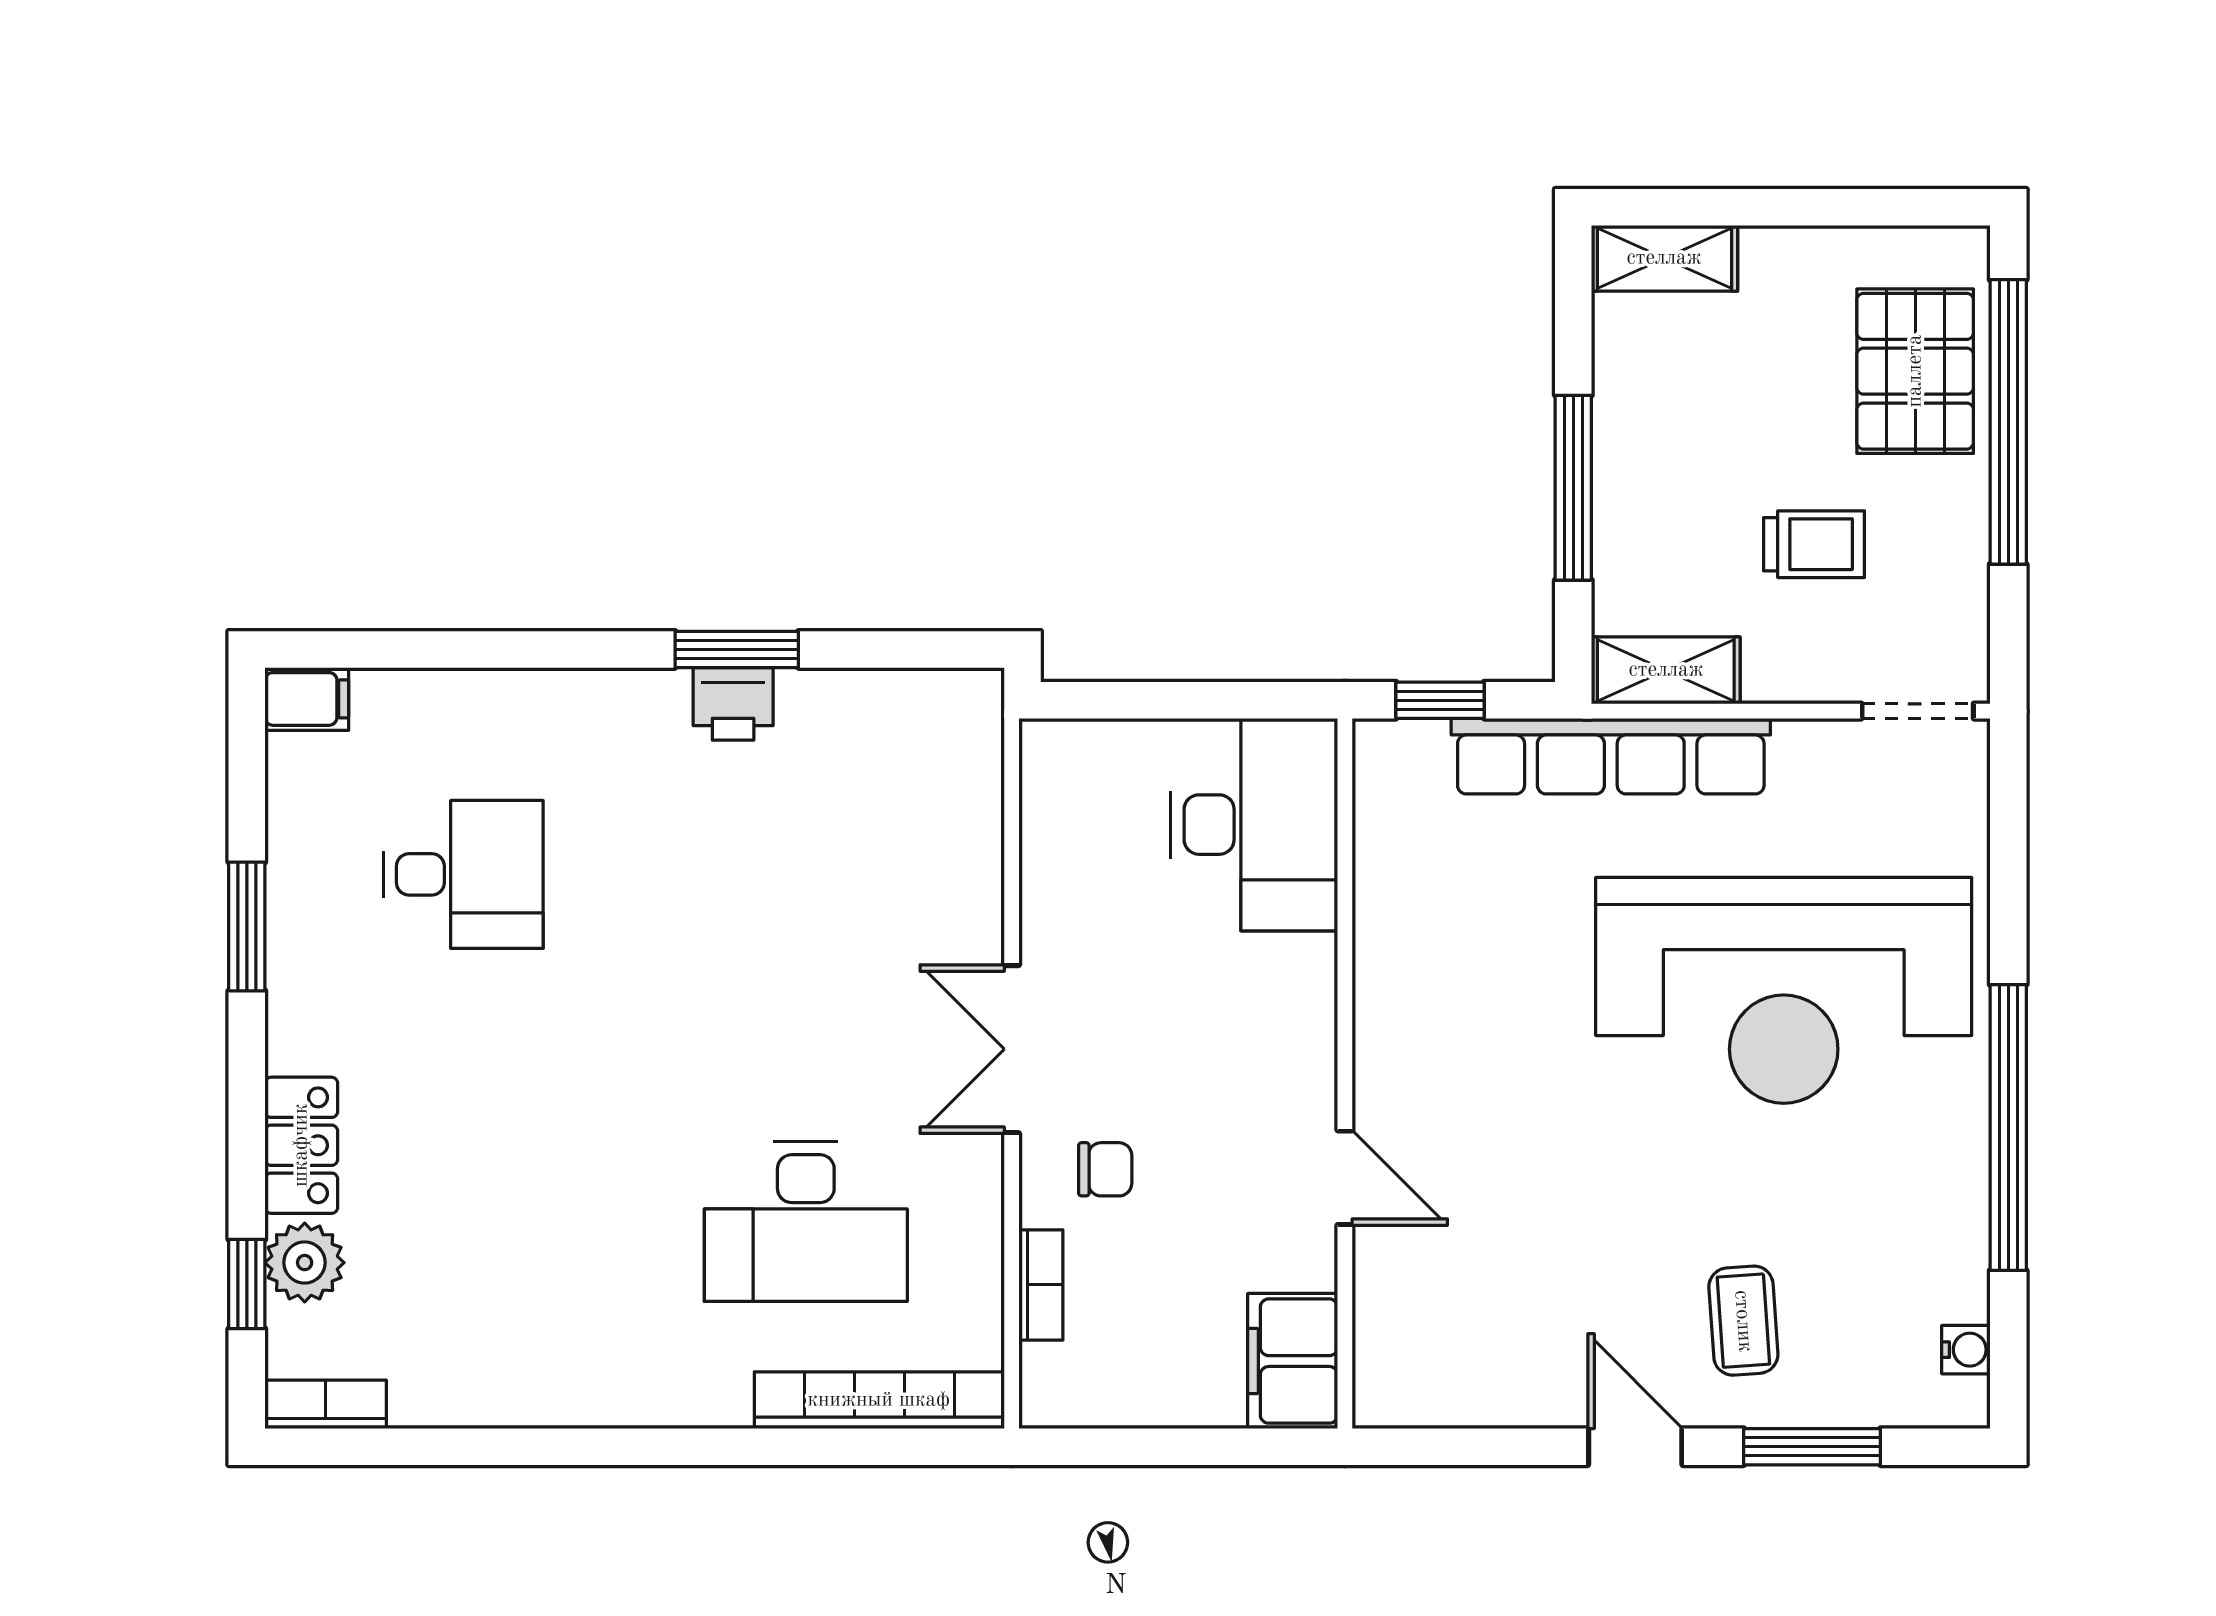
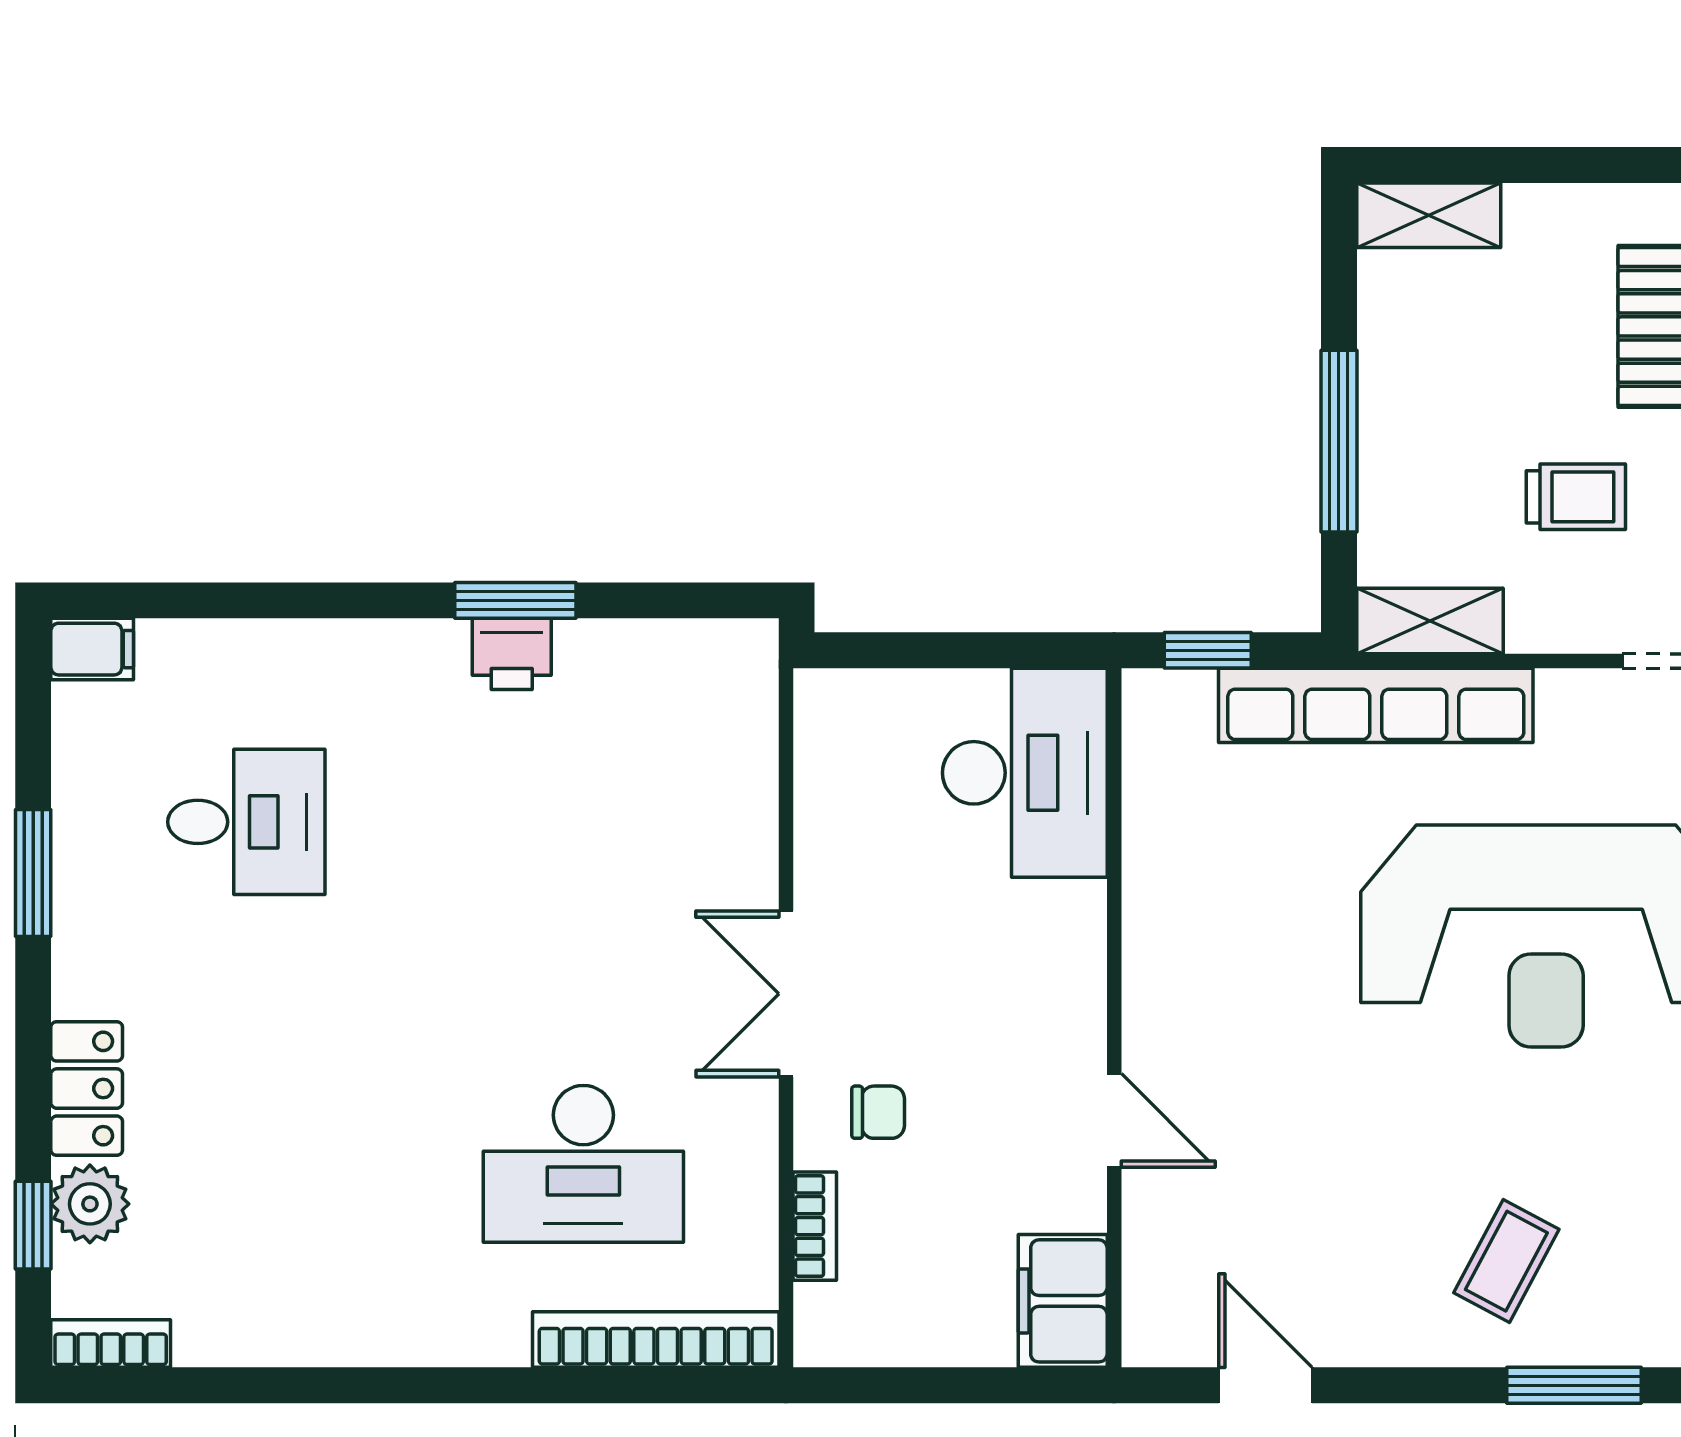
coffee table: (1743, 1321) -> (1506, 1261), turned 32
door: (1635, 1447) -> (1265, 1385), moved

